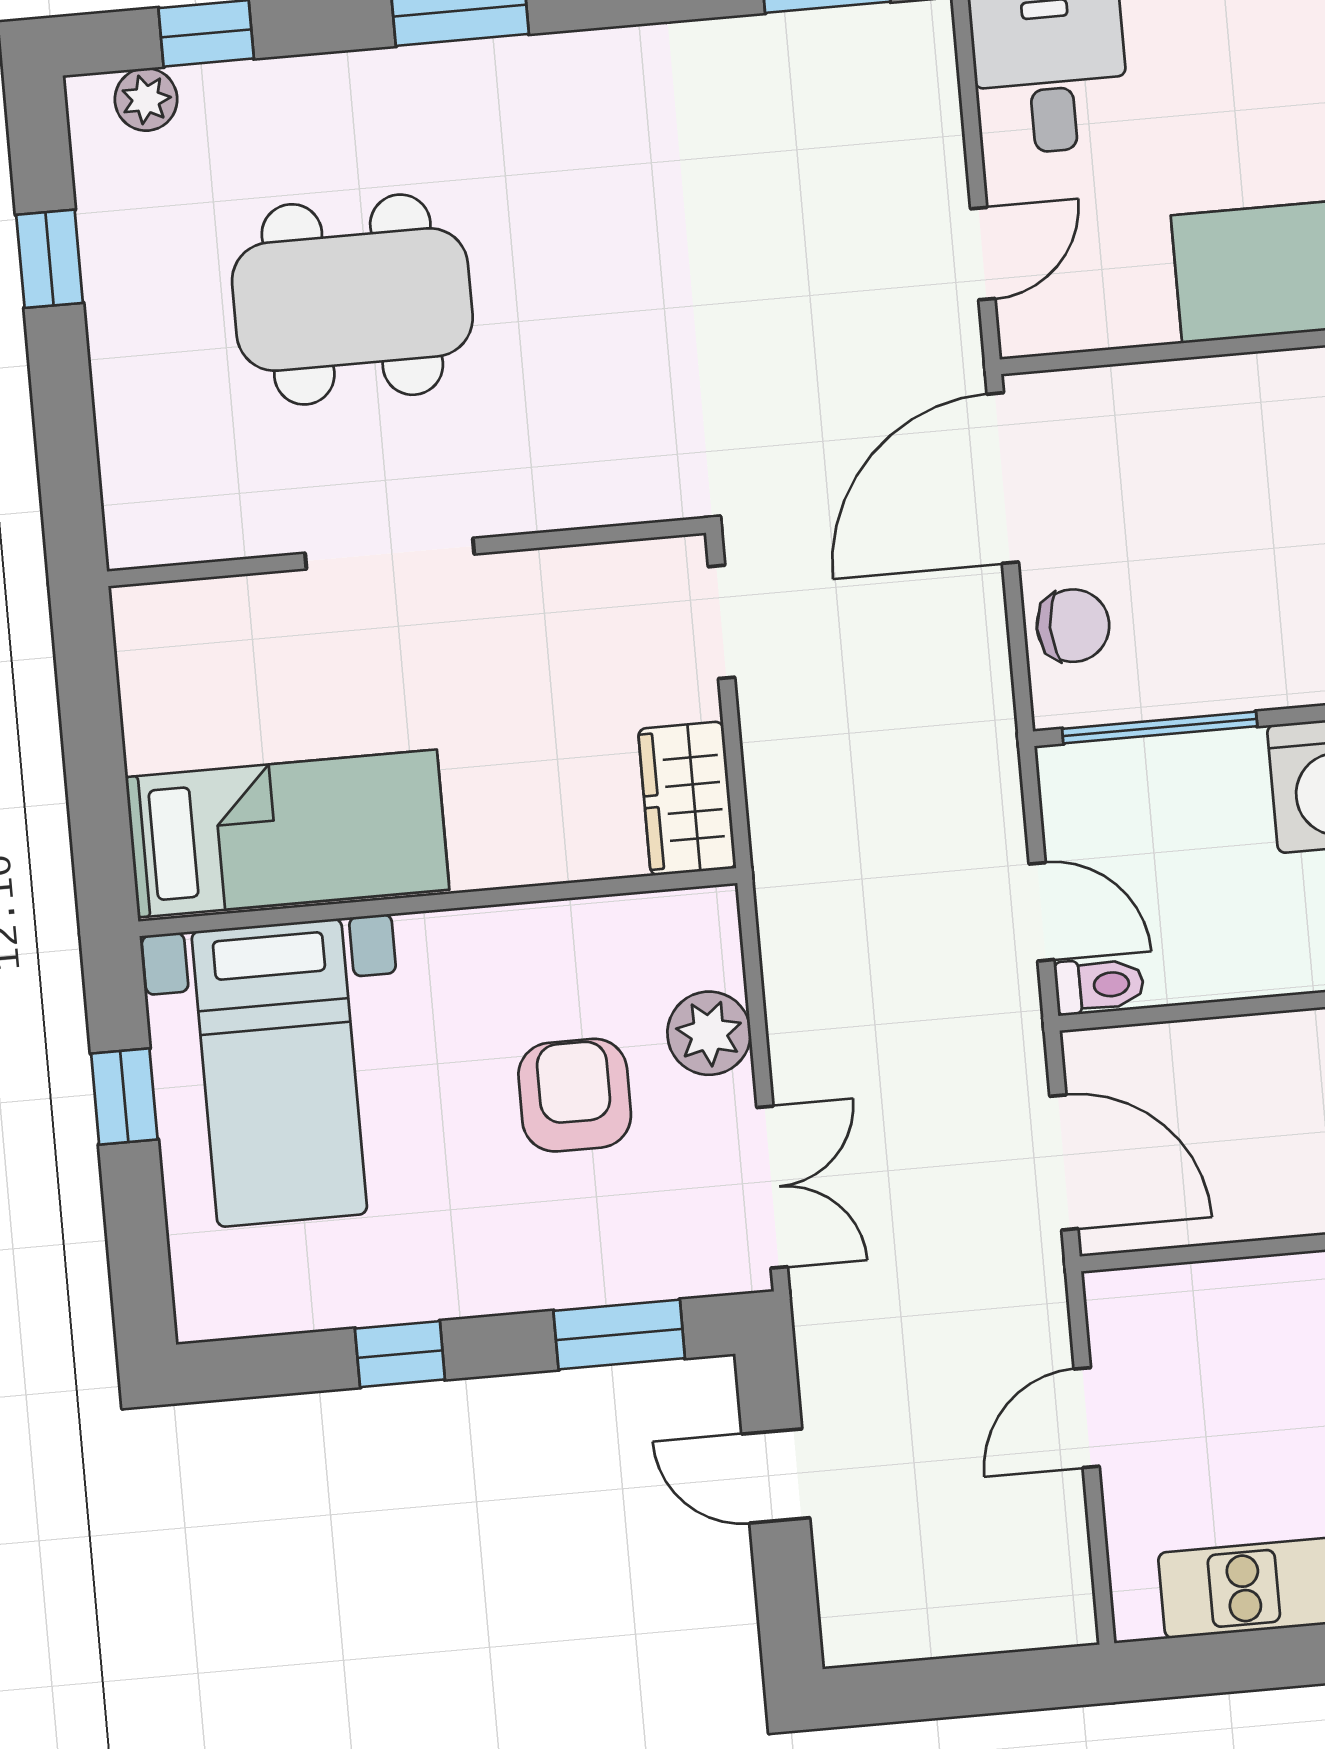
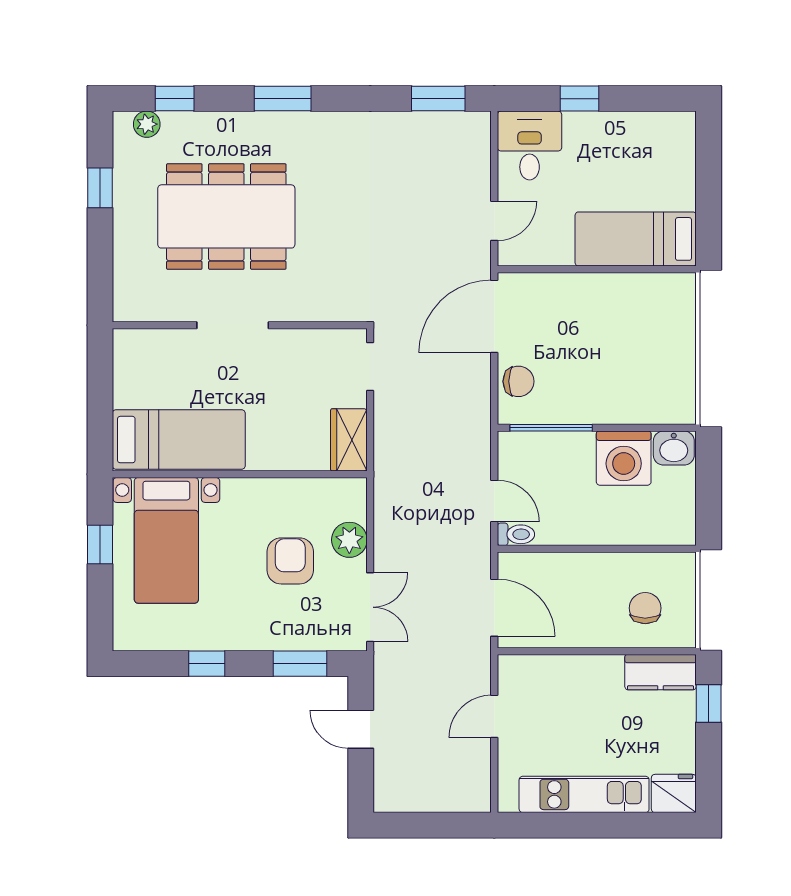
dining table: (352, 300) -> (226, 216), width x1.36, depth x1.24

